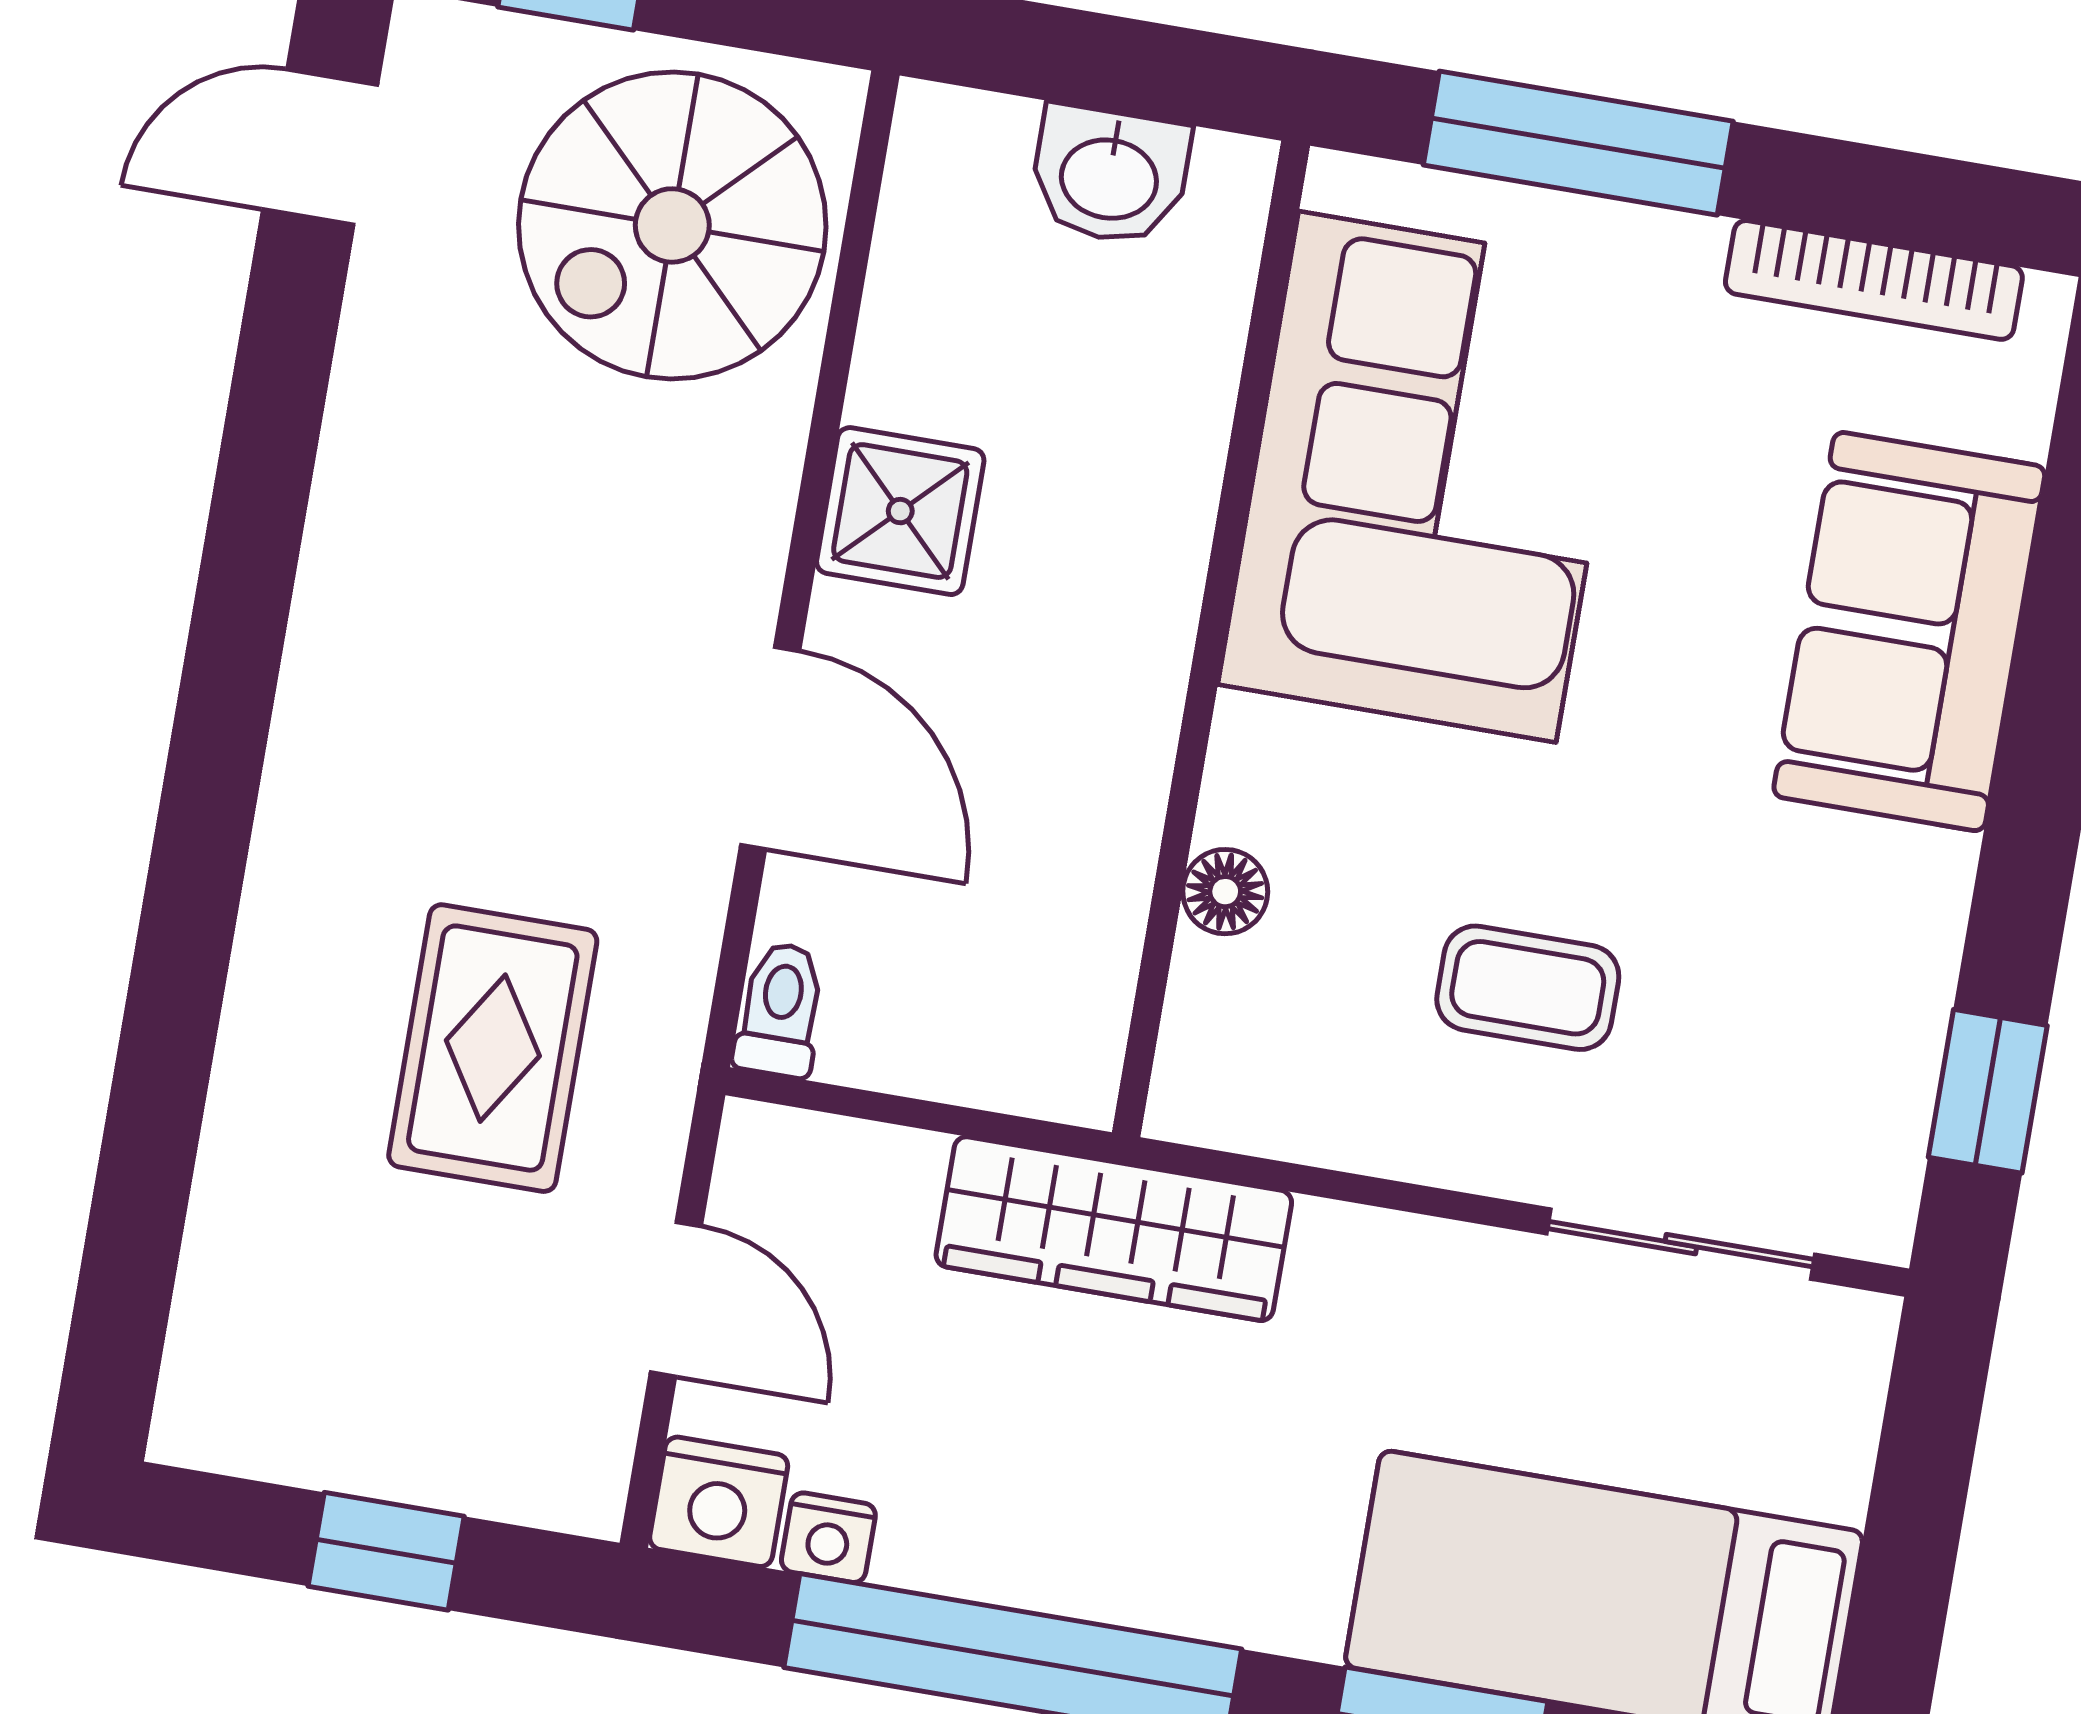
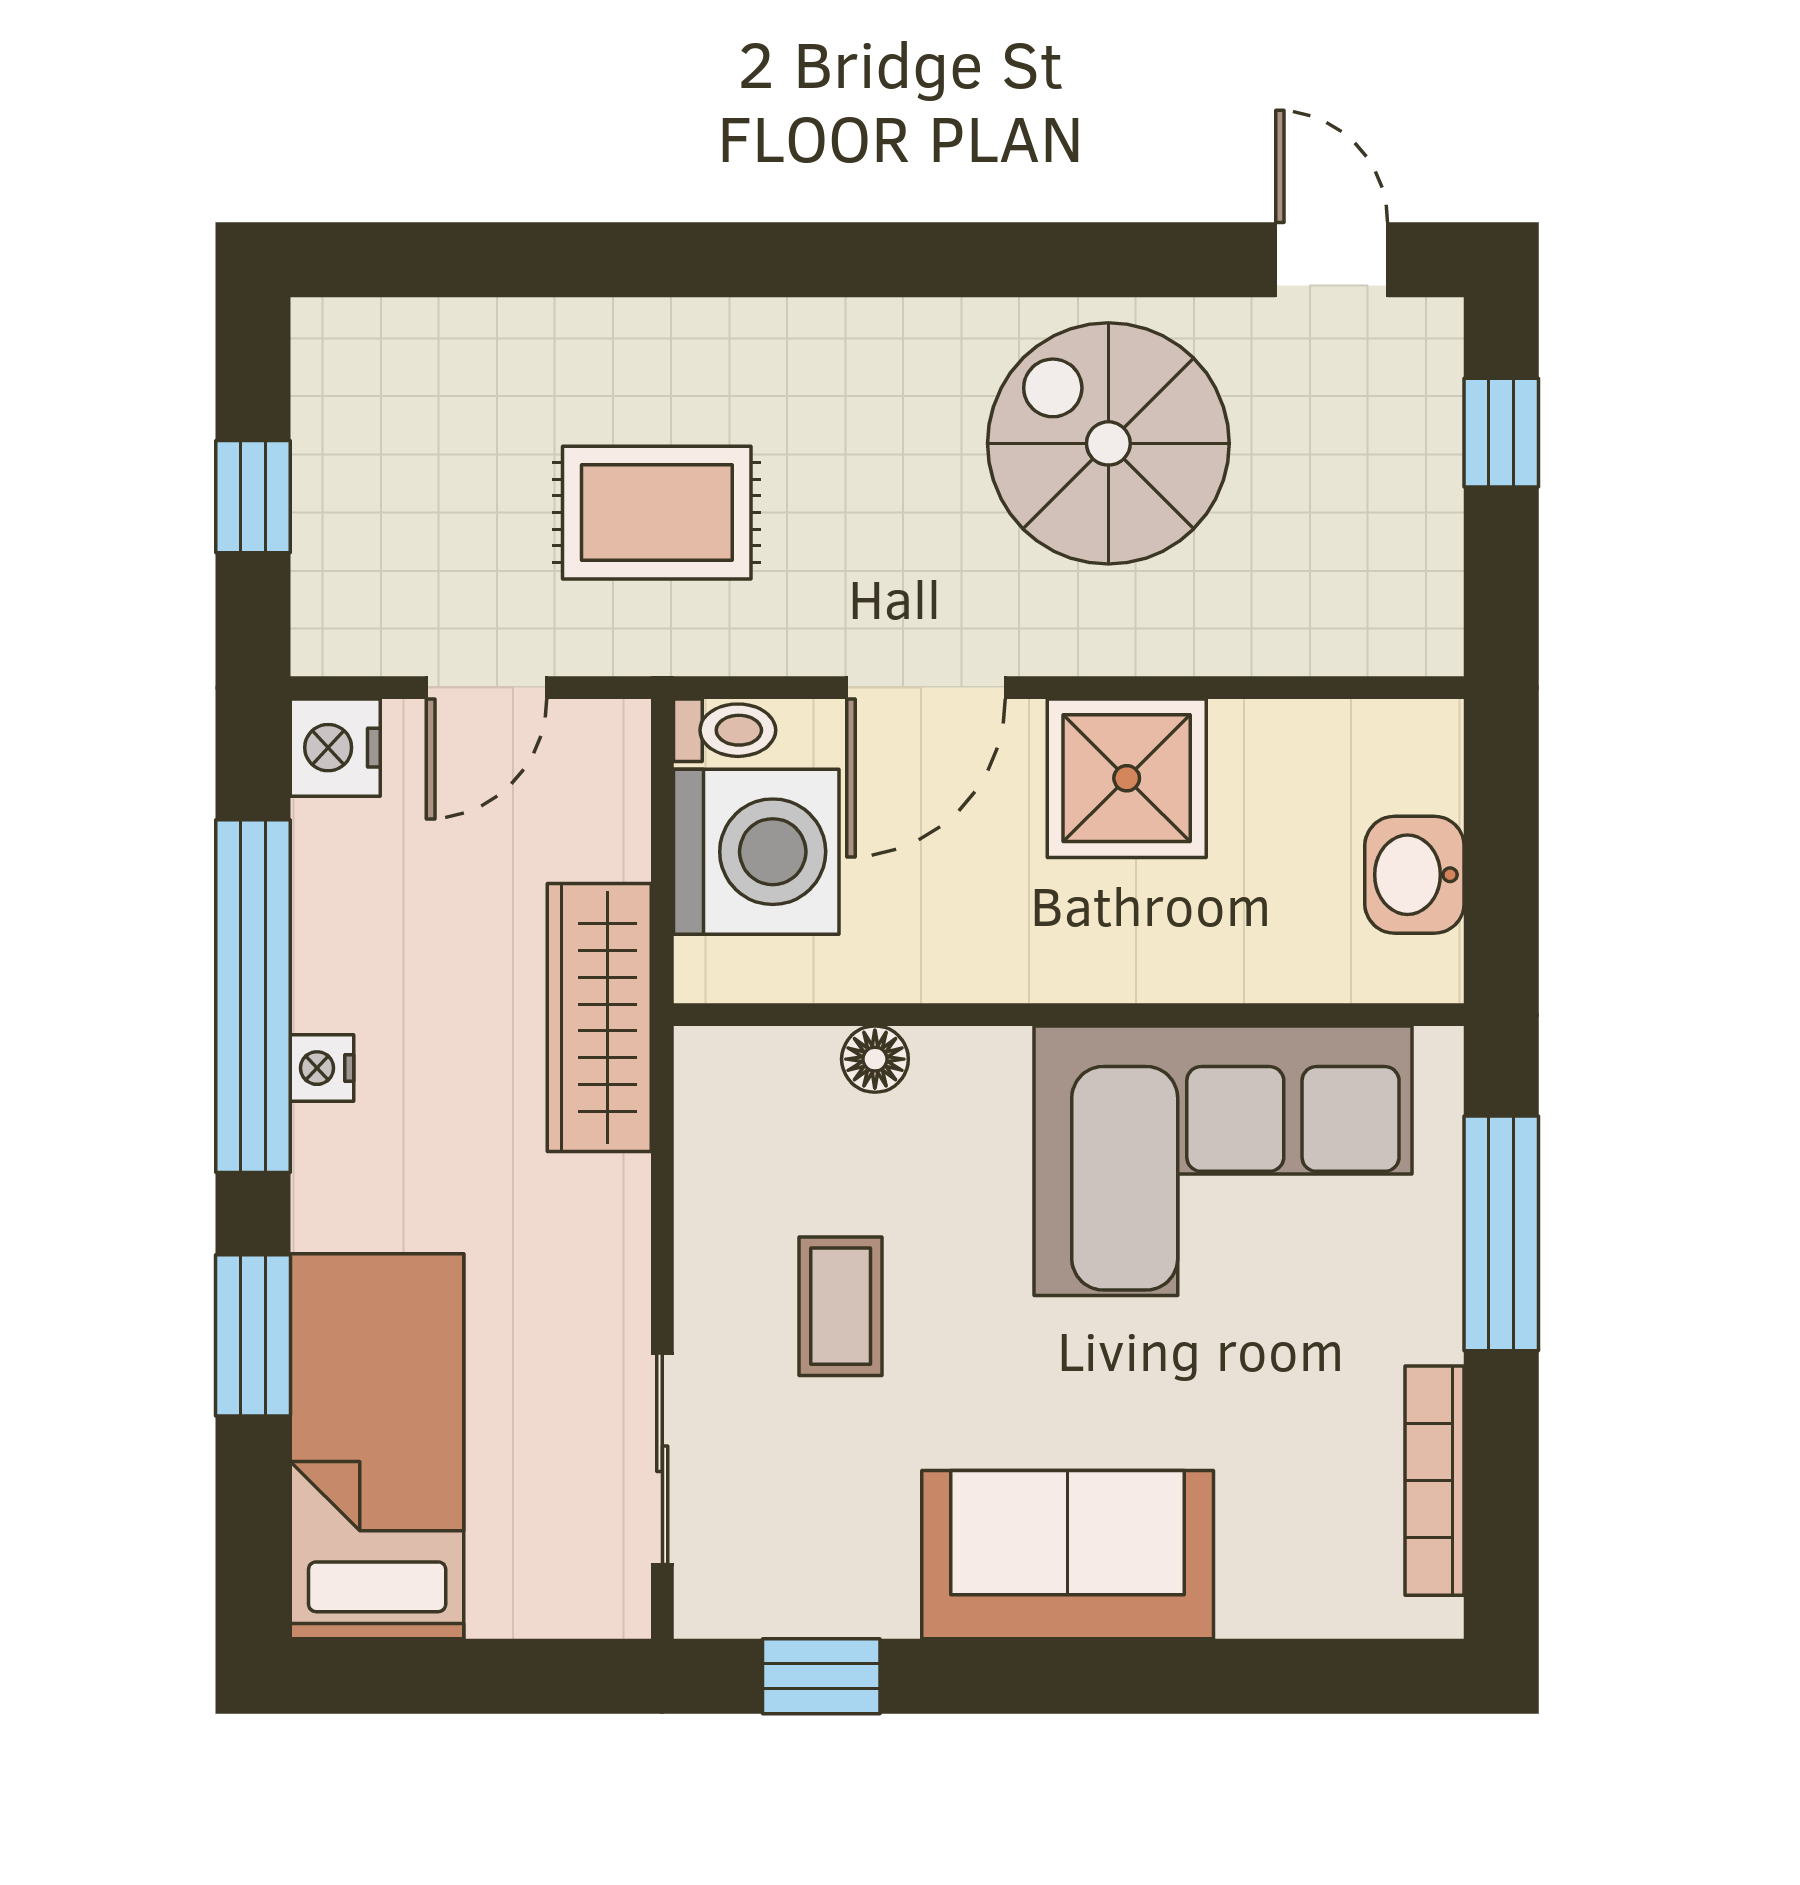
spiral stairs: (672, 225) -> (1108, 443), moved
shower: (900, 511) -> (1127, 778), width x1.36, depth x1.36
sofa: (1909, 632) -> (1068, 1555), moved
washing machine: (939, 996) -> (756, 852), added
nightstand: (828, 1538) -> (322, 1068), moved

